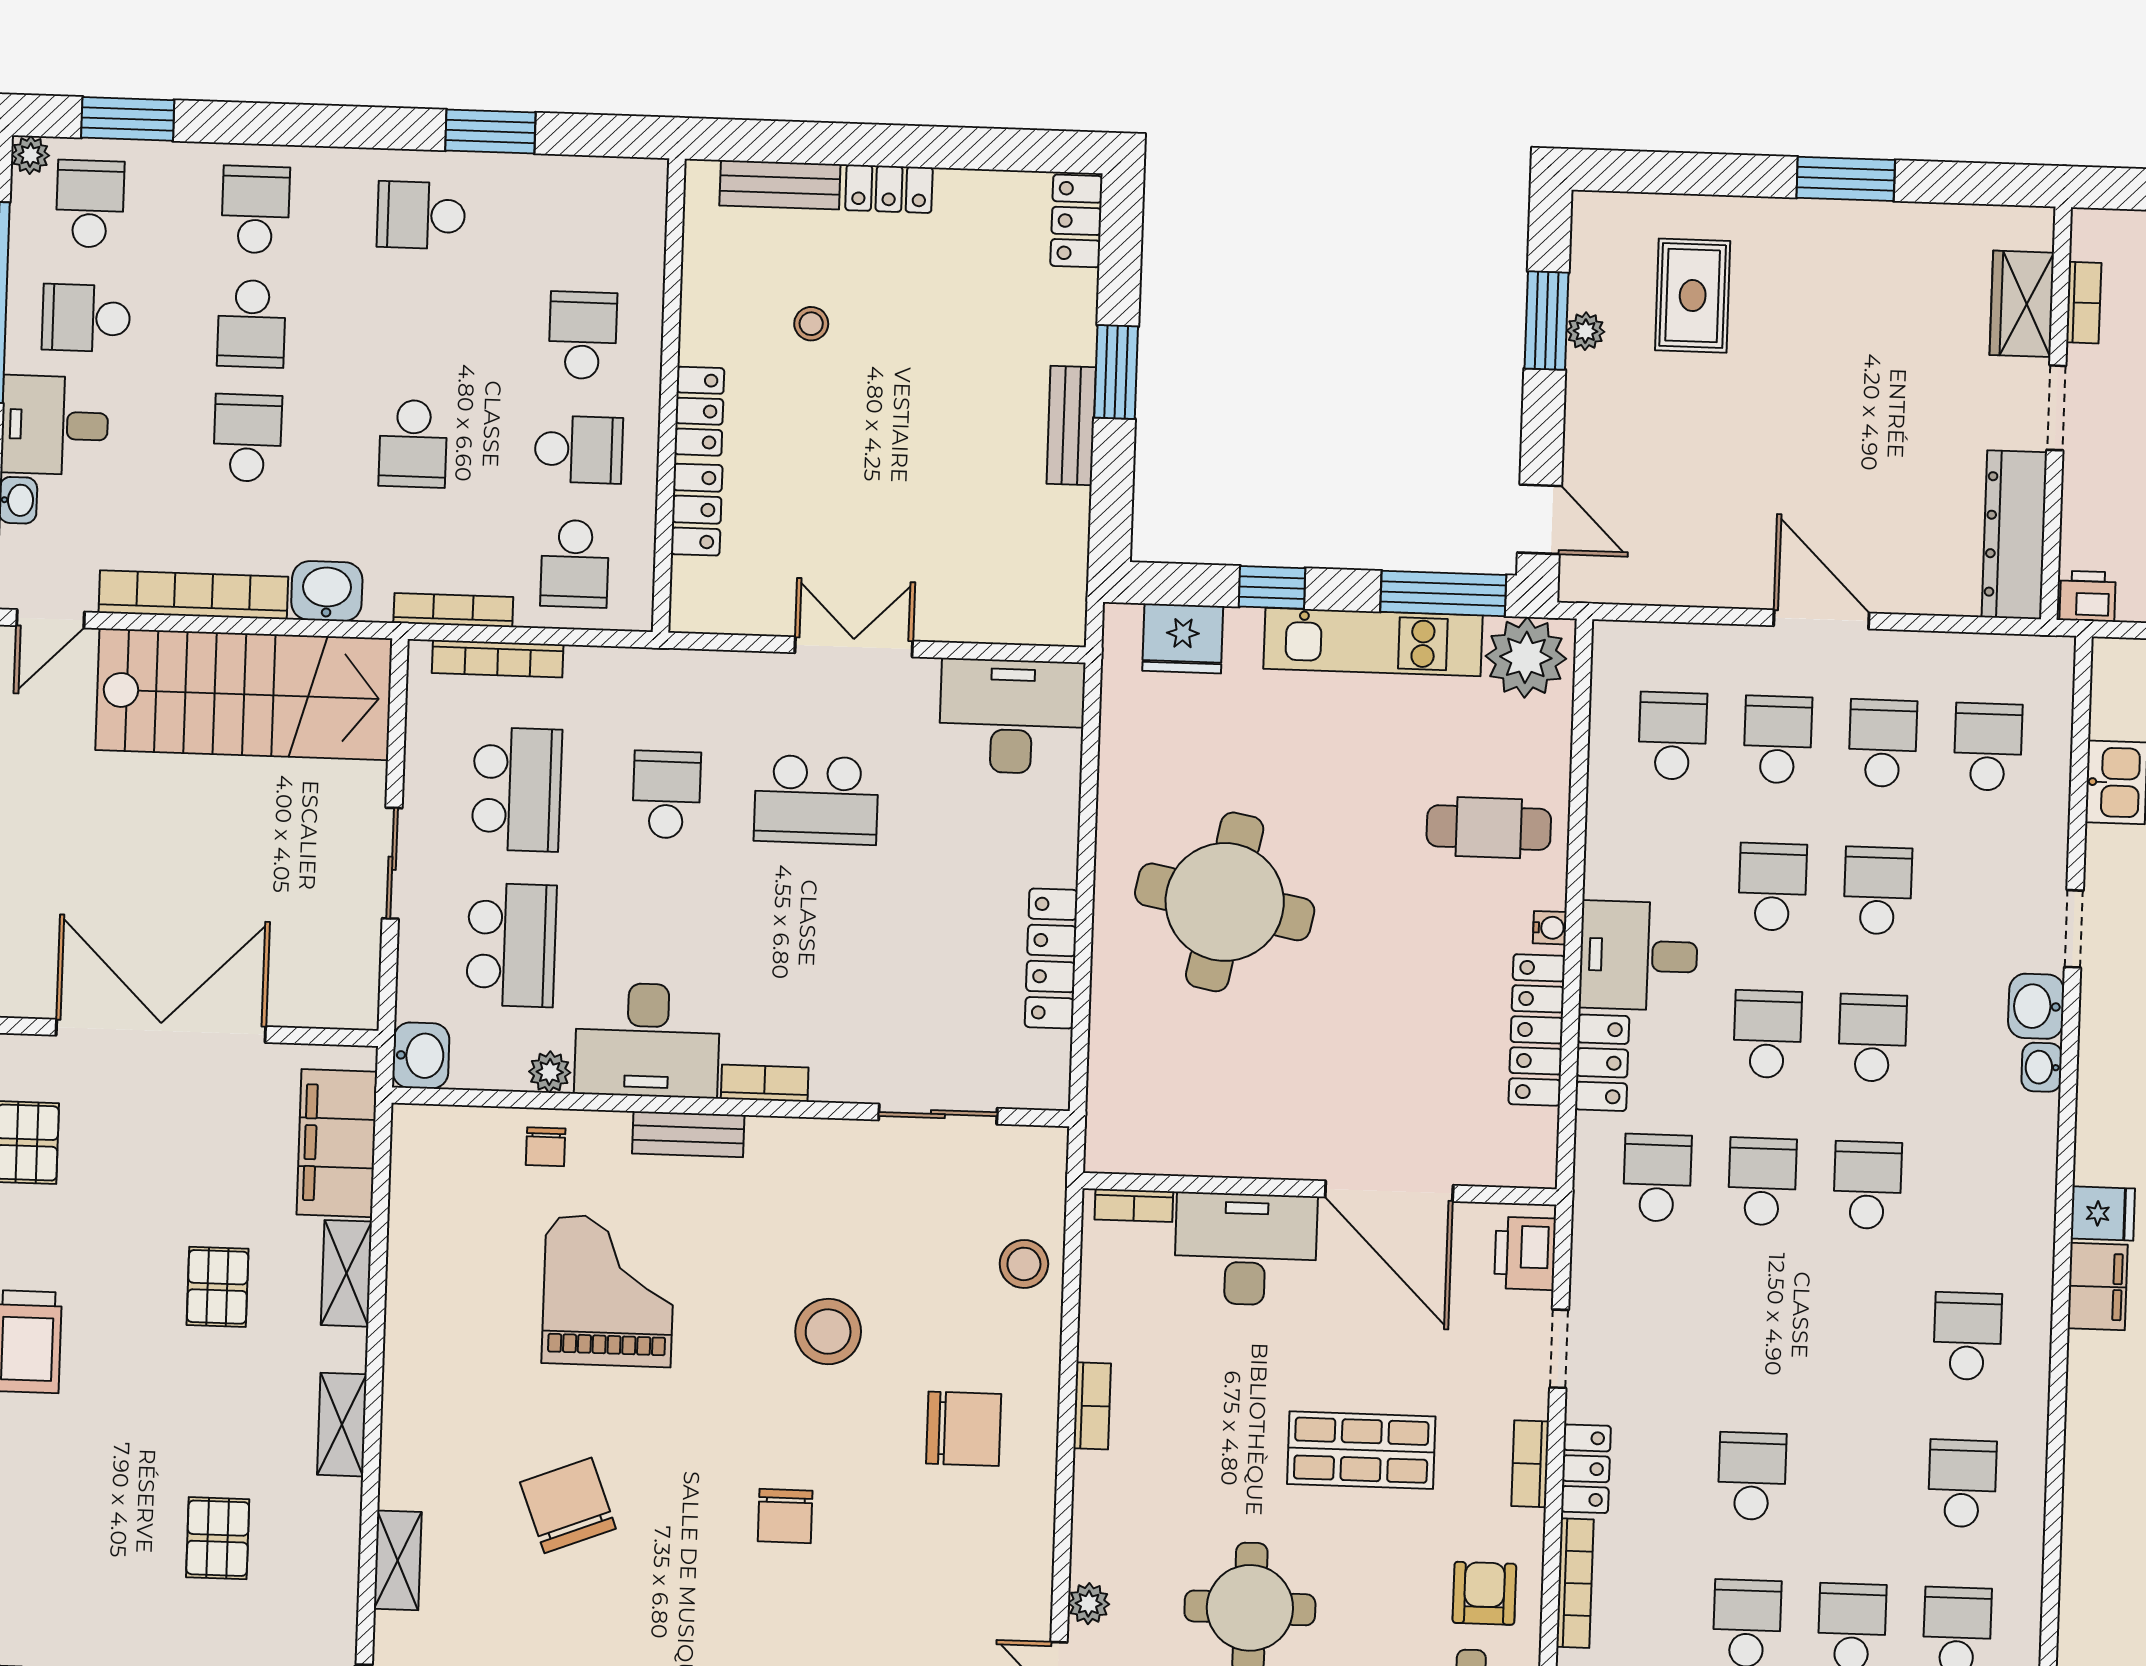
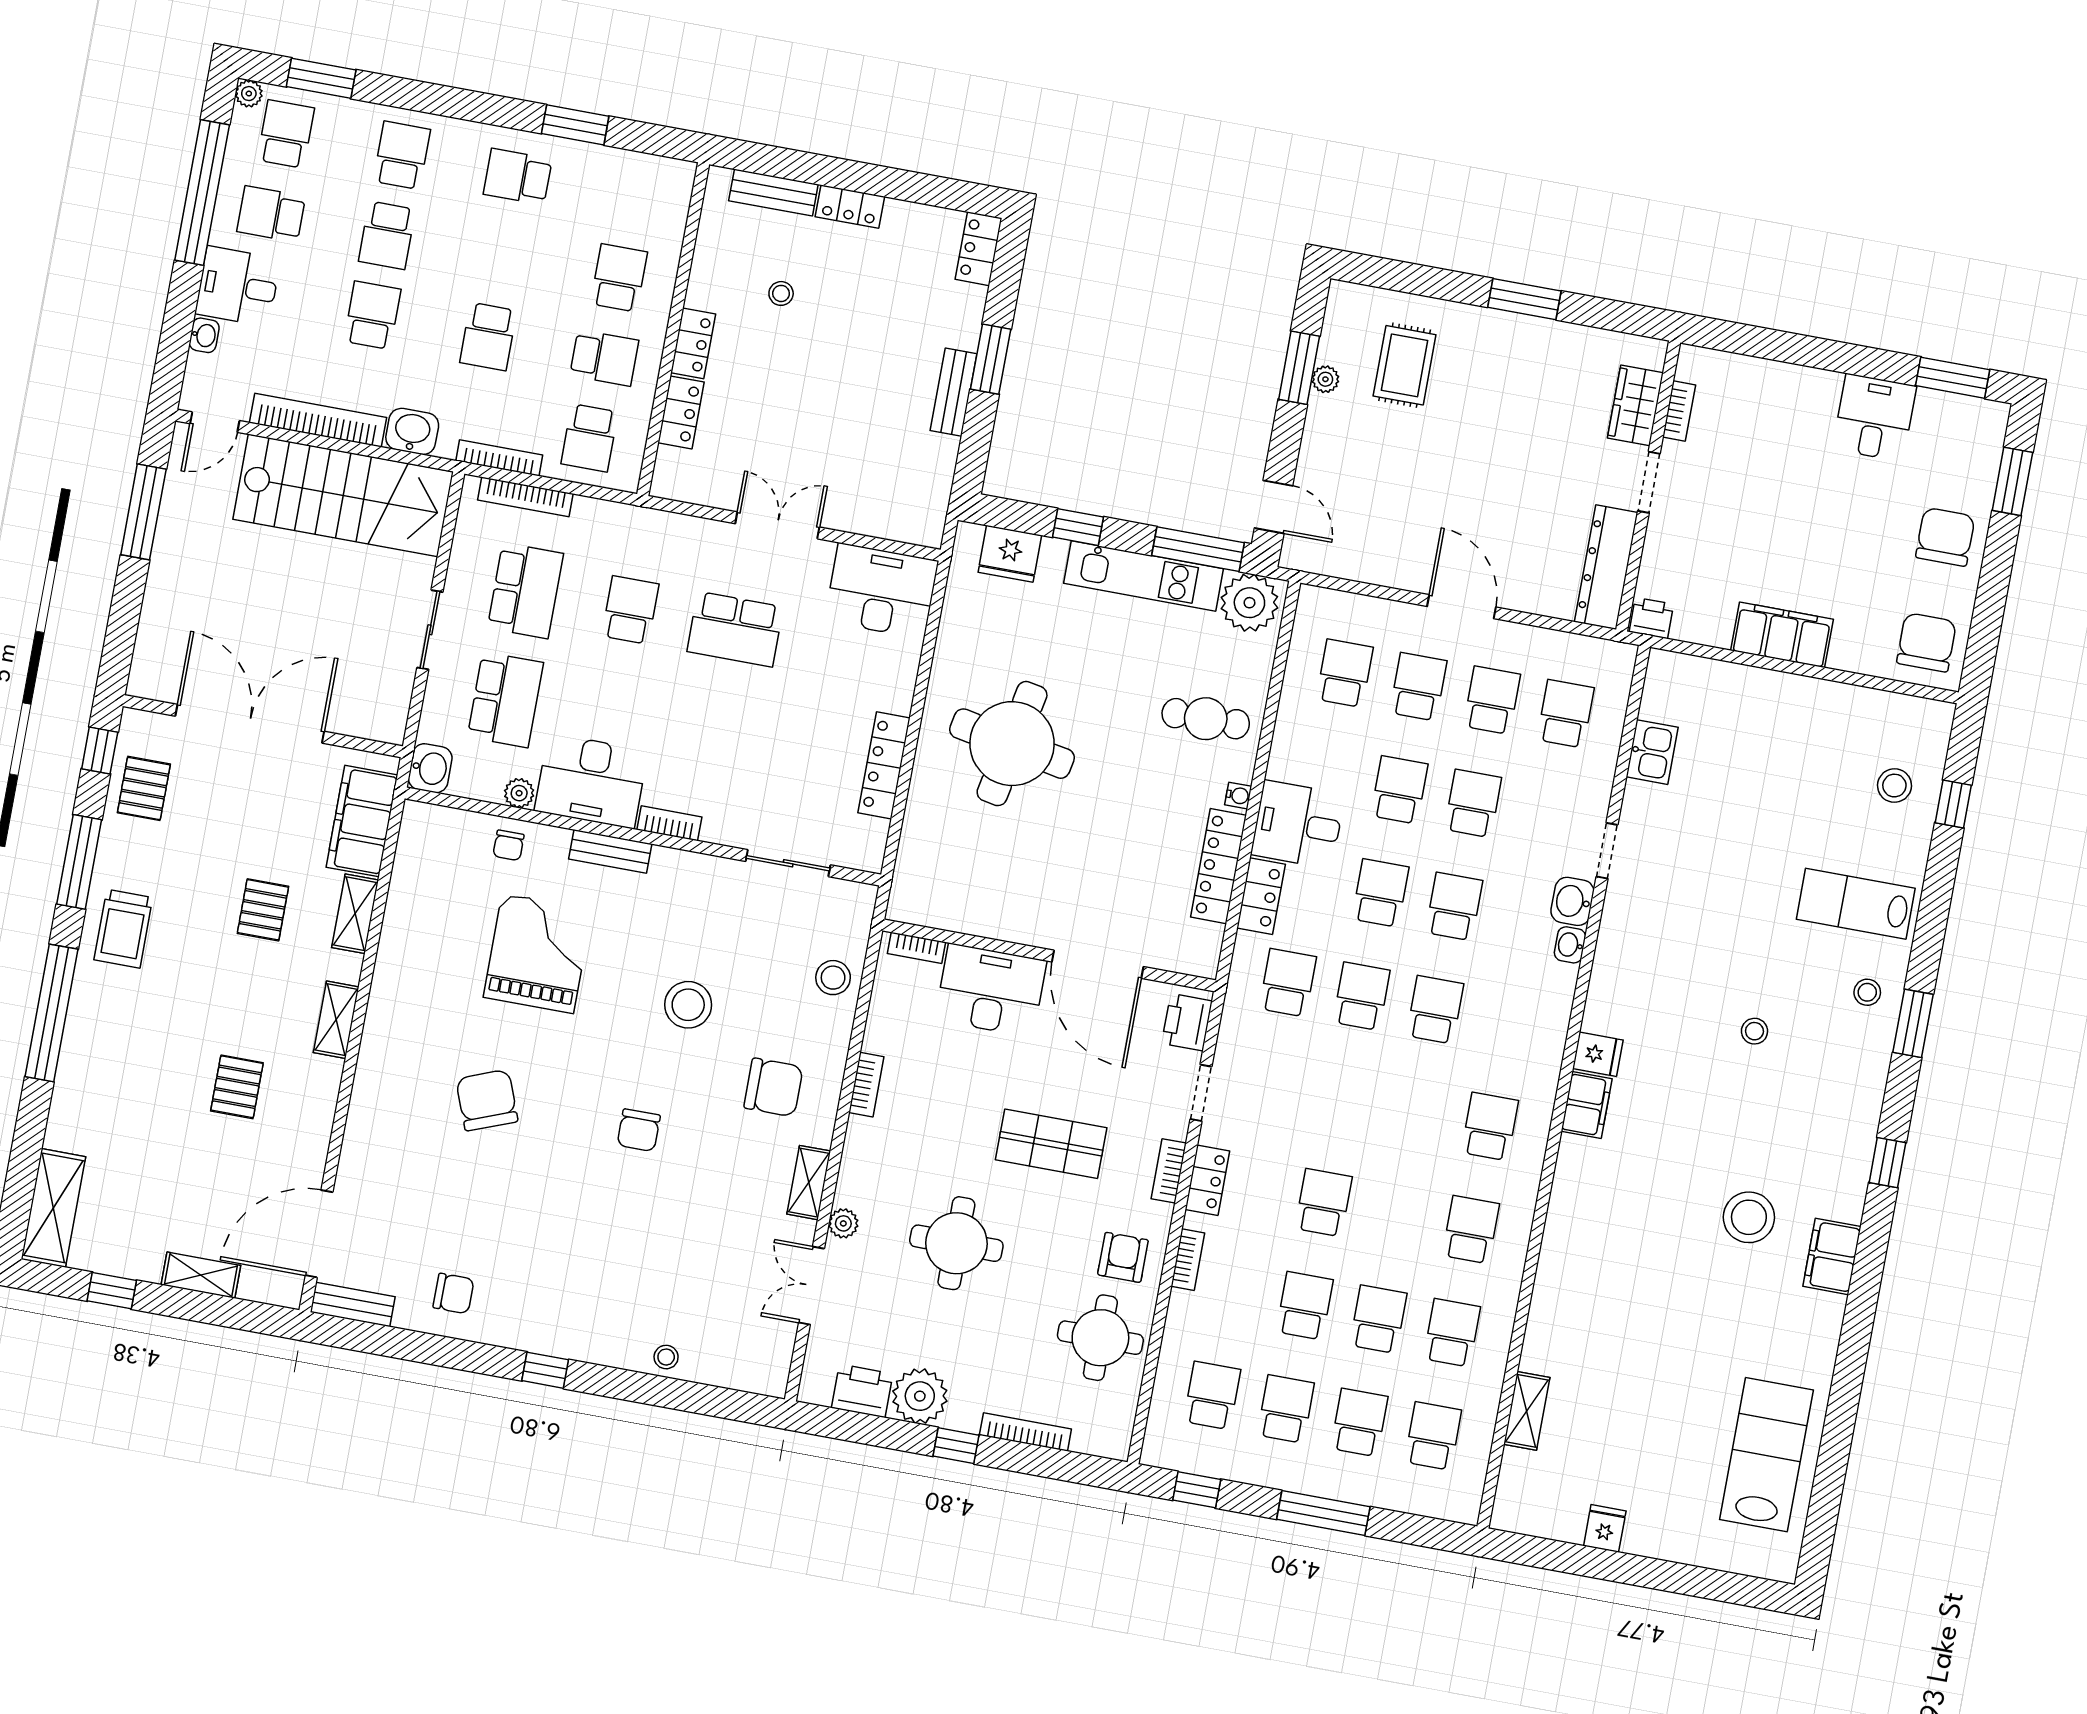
shelving: (398, 1560) -> (809, 1183), moved
bookcase: (1575, 1583) -> (1188, 1260), width x0.64

